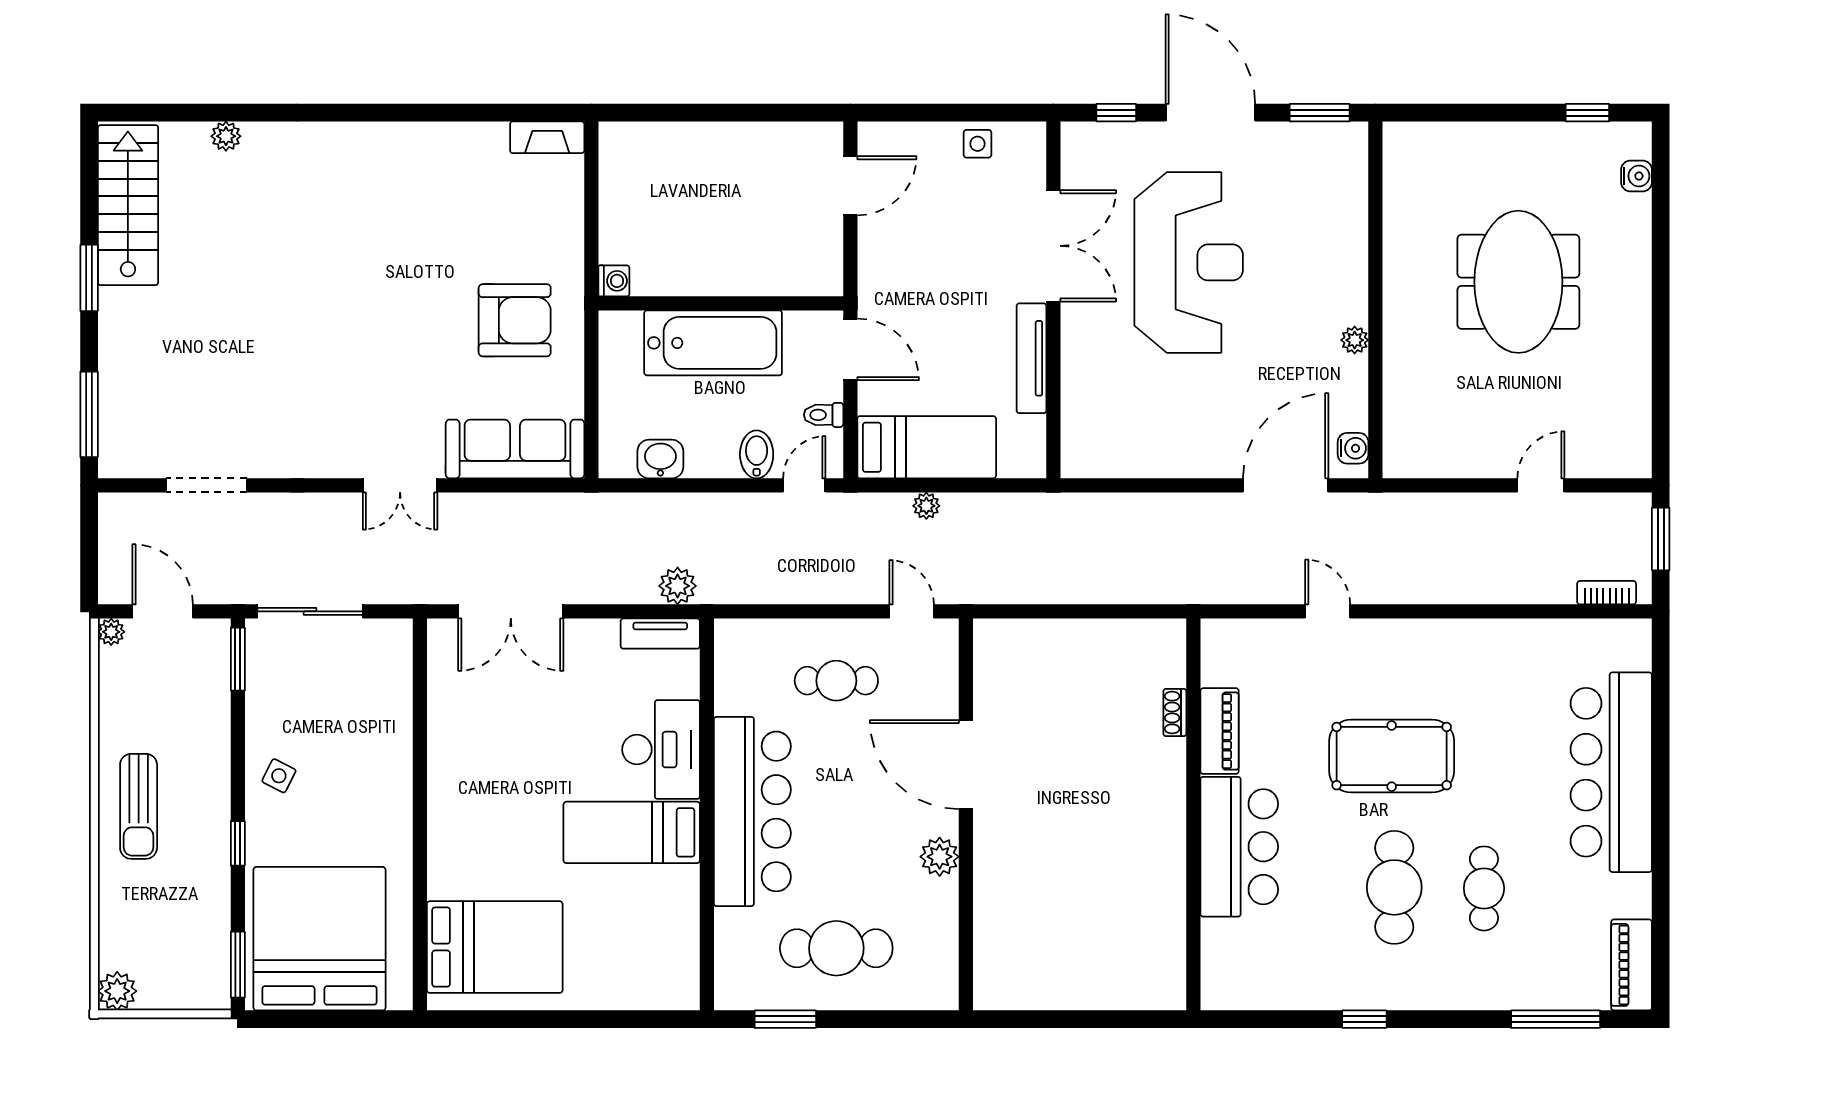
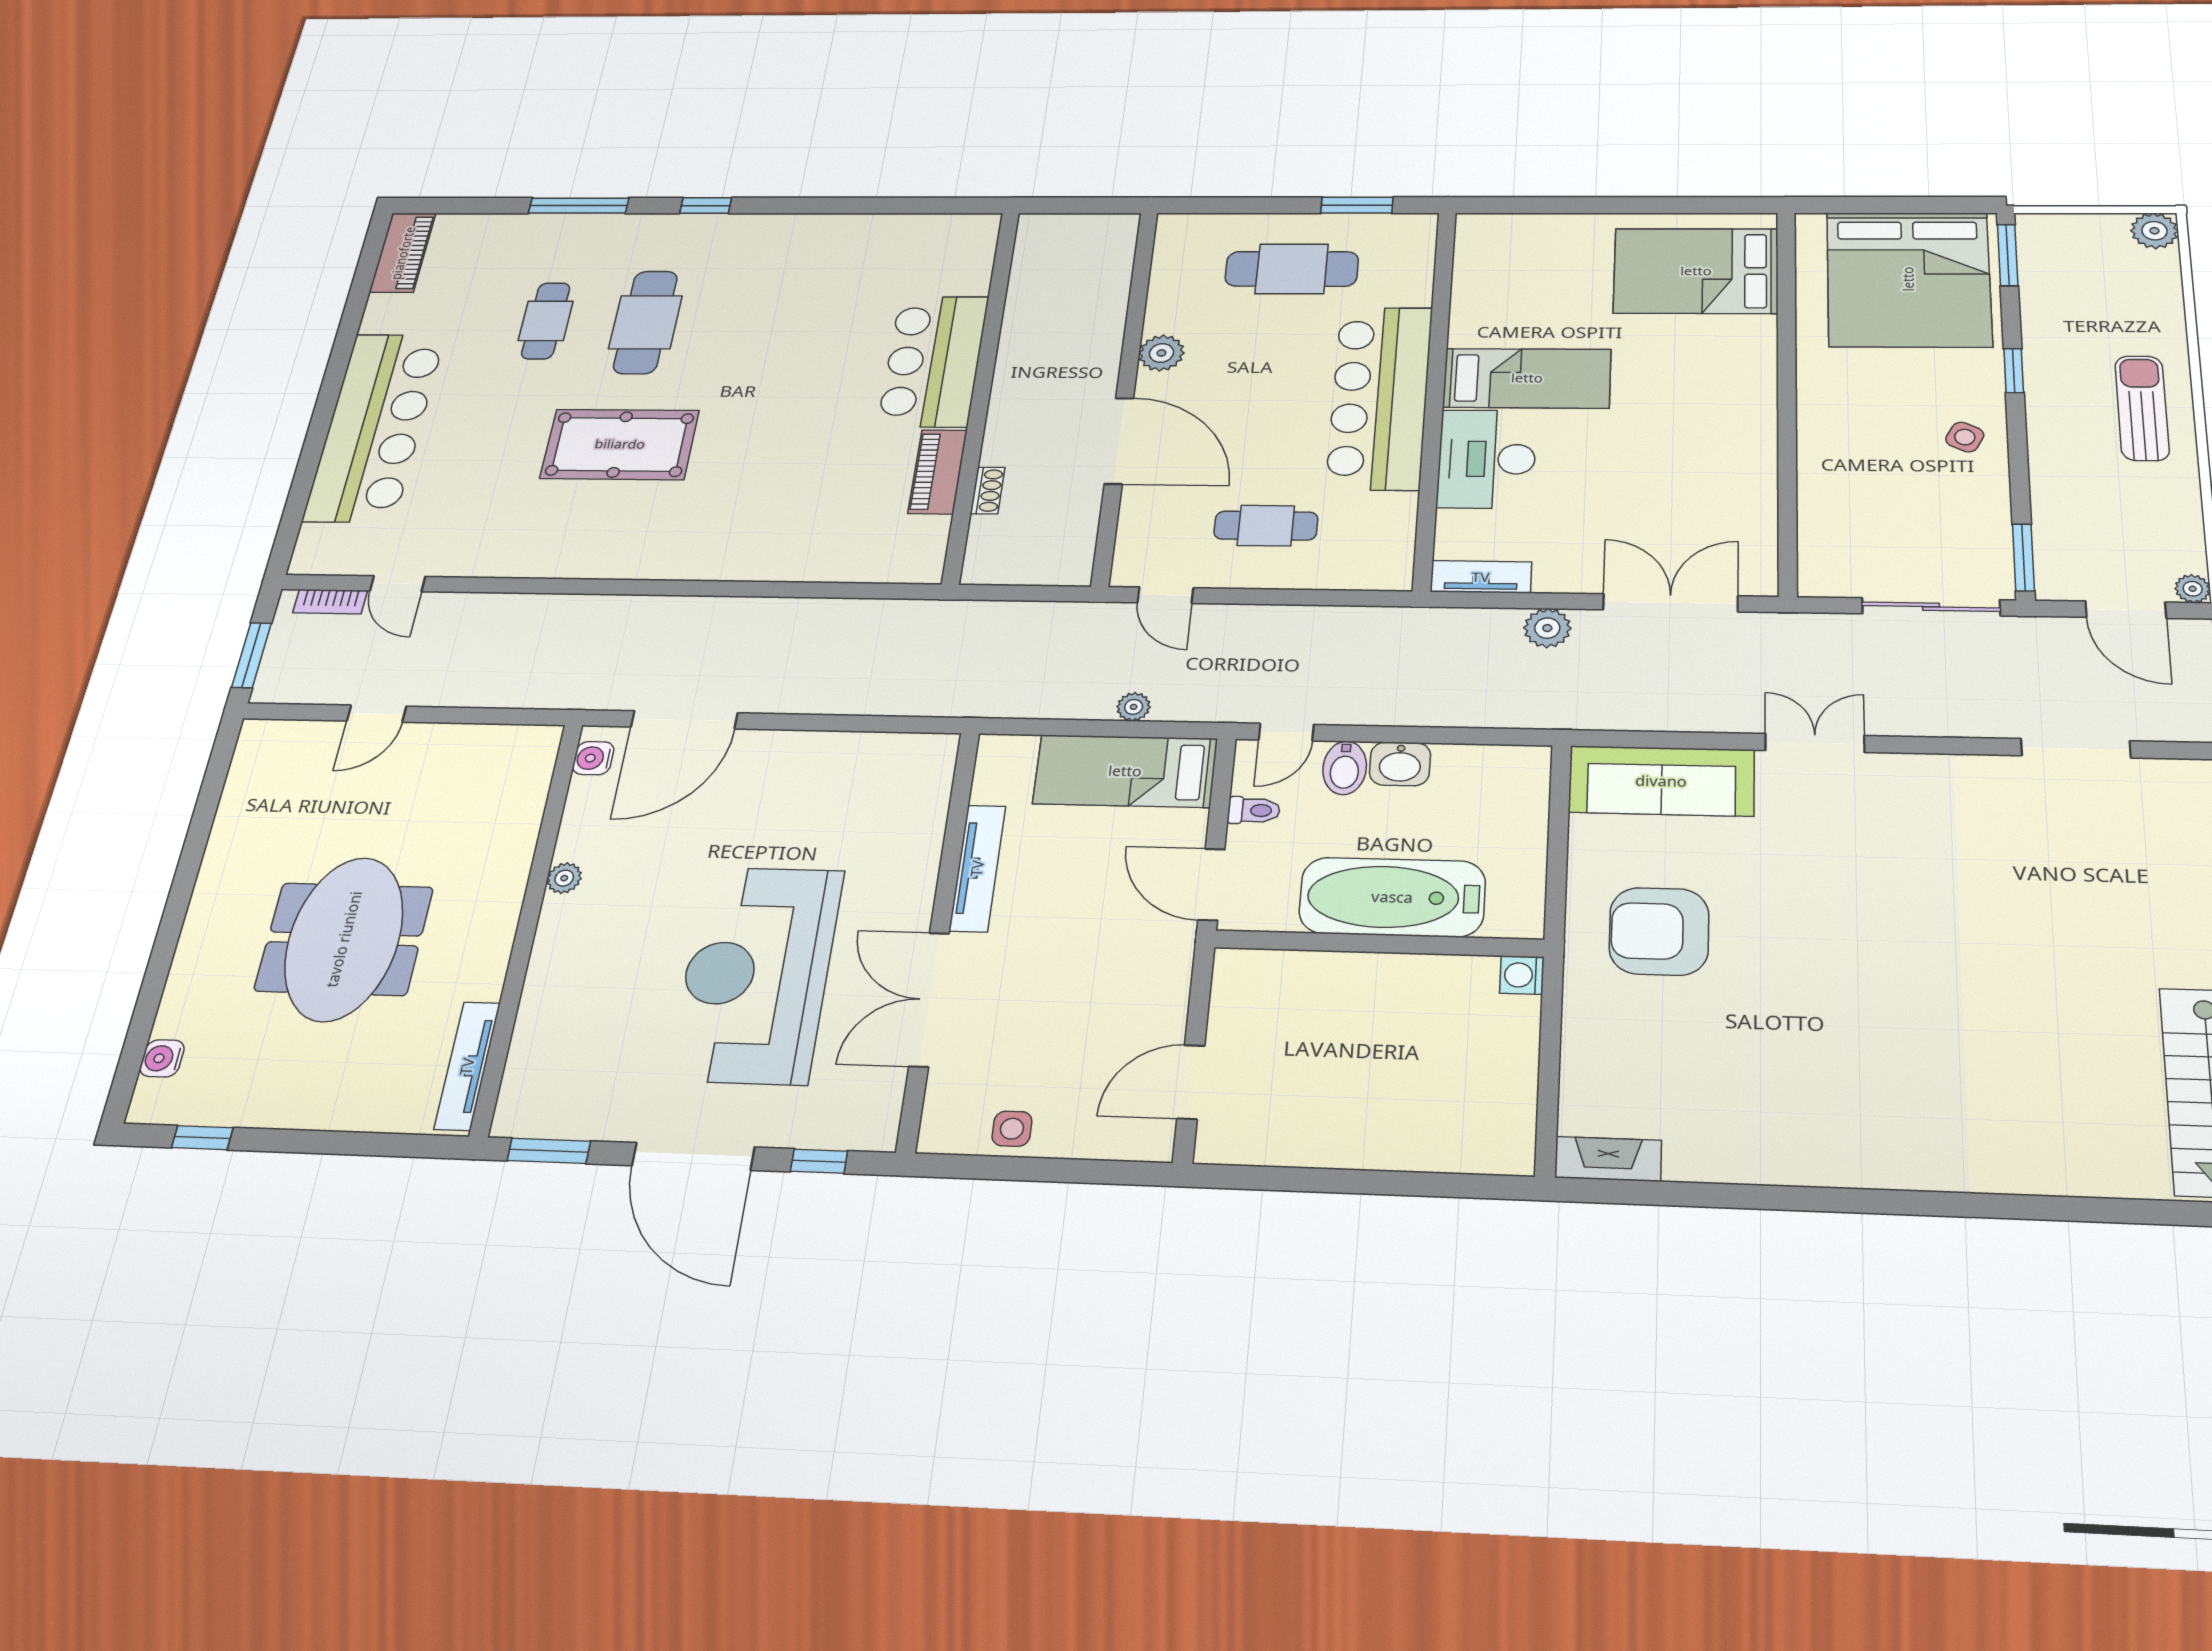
plant: (226, 136) -> (2073, 1178), removed
tv unit: (1397, 179) -> (467, 1066), added
washbasin: (660, 459) -> (1400, 764), moved
plant: (678, 586) -> (1547, 628), moved
door: (1328, 611) -> (398, 584), moved
shoe rack: (1175, 712) -> (988, 491), moved
piano: (1220, 731) -> (938, 472), moved
wall: (1193, 814) -> (982, 392), moved
bar counter: (1239, 847) -> (933, 361), moved
window: (1556, 1019) -> (579, 206), moved

